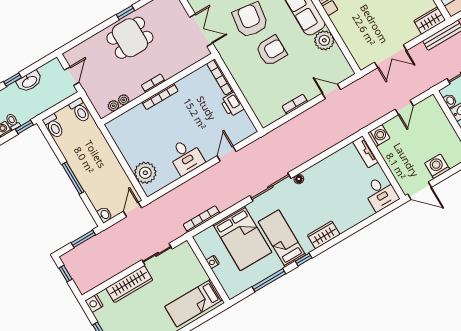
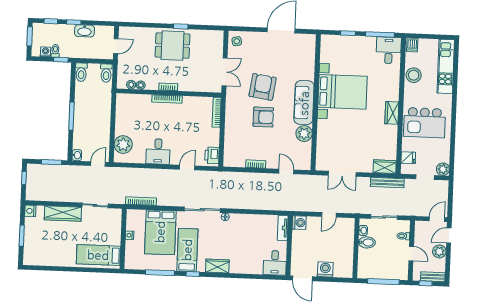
printer: (232, 104) -> (212, 155), moved

